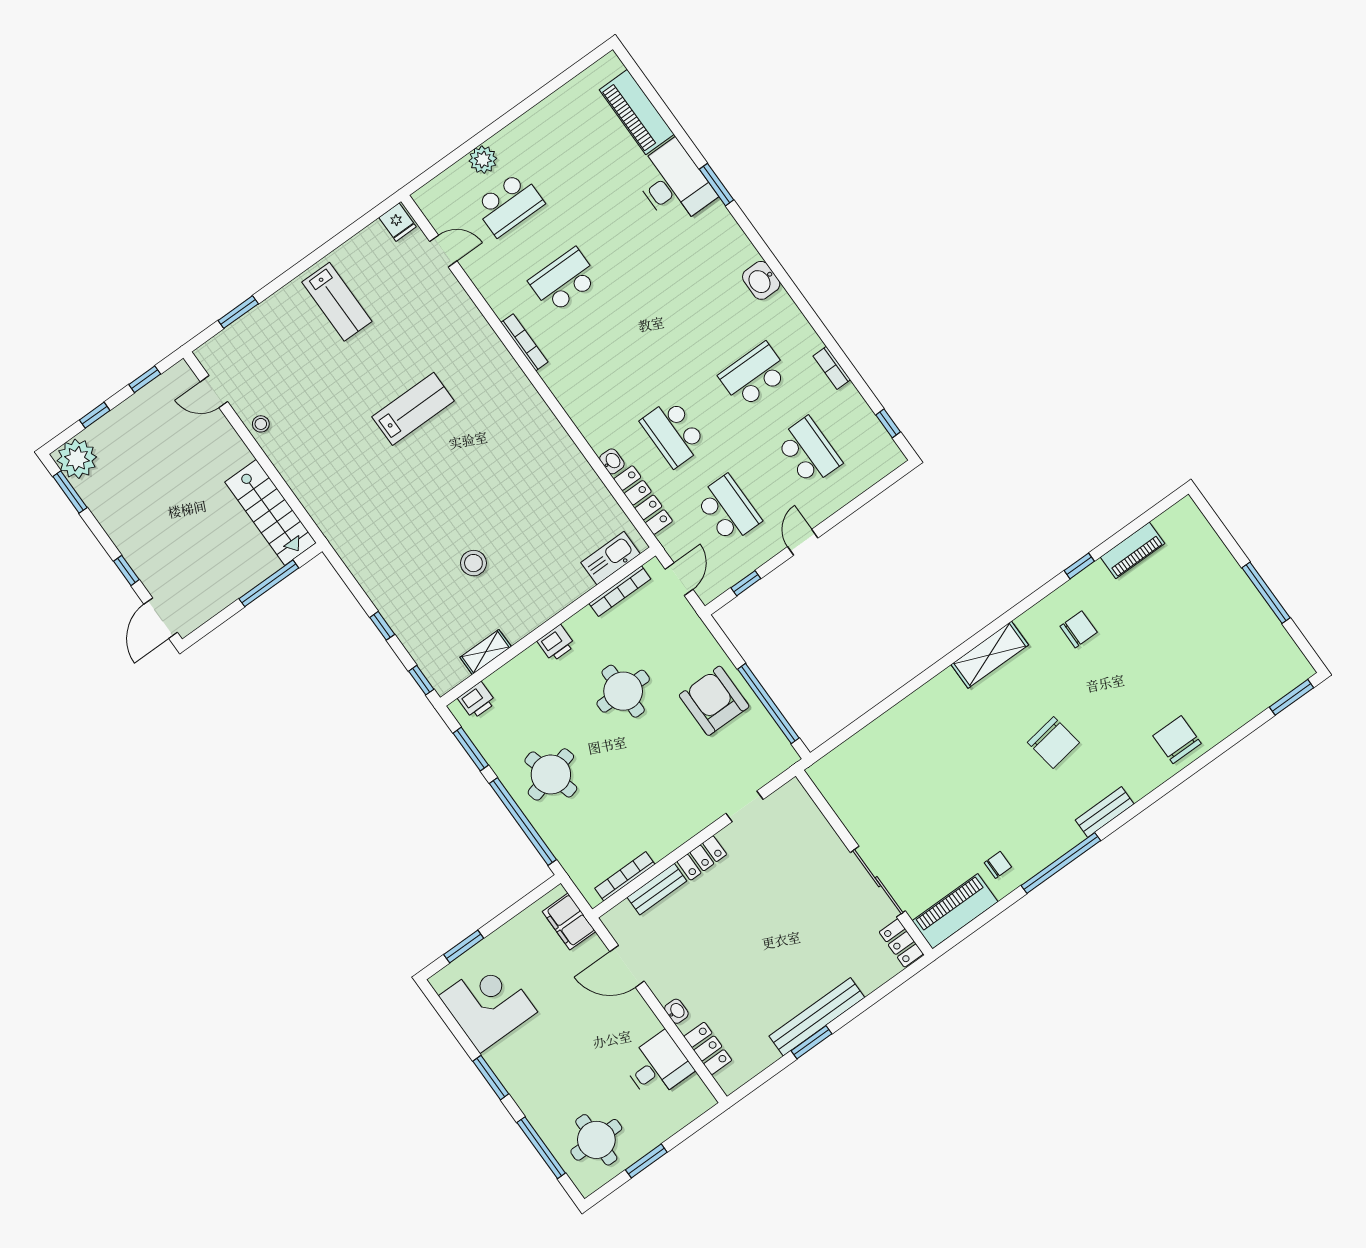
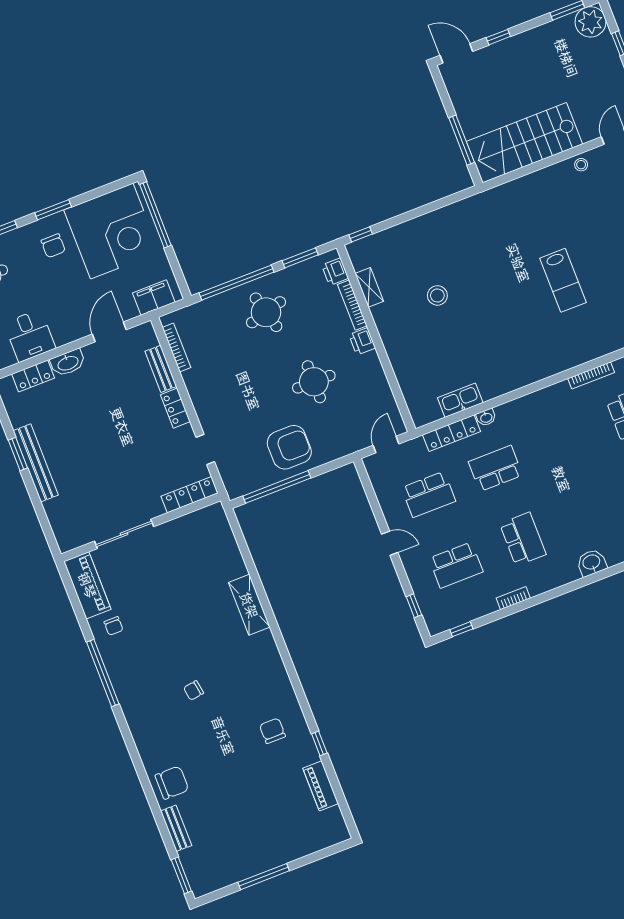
stairs: (271, 512) -> (524, 143), width x1.36, depth x1.51
kitchen sink: (610, 558) -> (460, 400), moved, turned -90
door: (679, 579) -> (386, 445), swing flipped
window: (746, 583) -> (414, 606), moved
bookcase: (620, 591) -> (352, 305), moved
window: (382, 626) -> (408, 216), removed
chair: (1079, 629) -> (272, 731), turned 180
shelving: (990, 655) -> (249, 605), moved
chair: (1053, 742) -> (194, 690), width x0.54, depth x0.54
bench: (1105, 812) -> (176, 828), moved
locker: (901, 943) -> (190, 495), moved, width x1.53
window: (464, 946) -> (155, 215), width x2.11
corner desk: (488, 1004) -> (112, 231), width x1.36, depth x1.36
washbasin: (676, 1011) -> (68, 363), width x1.91, depth x1.45
chair: (536, 1066) -> (53, 246), added

